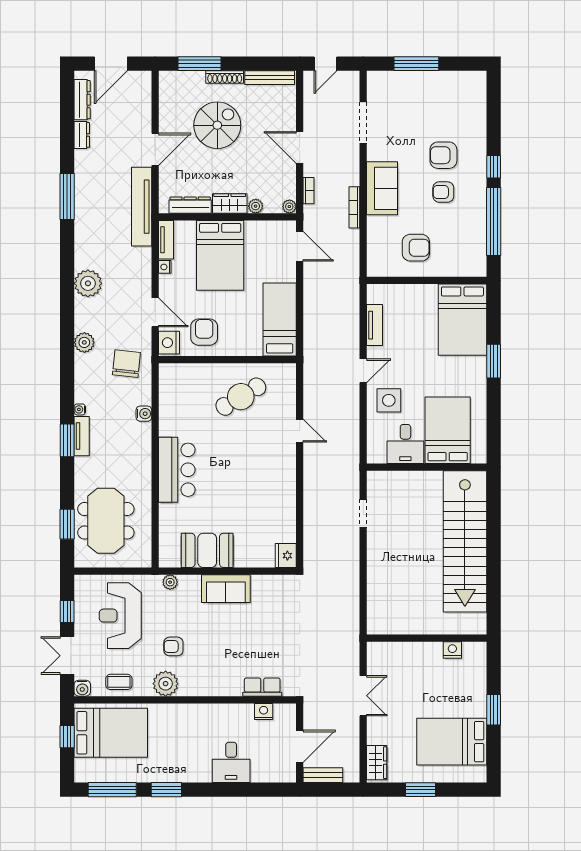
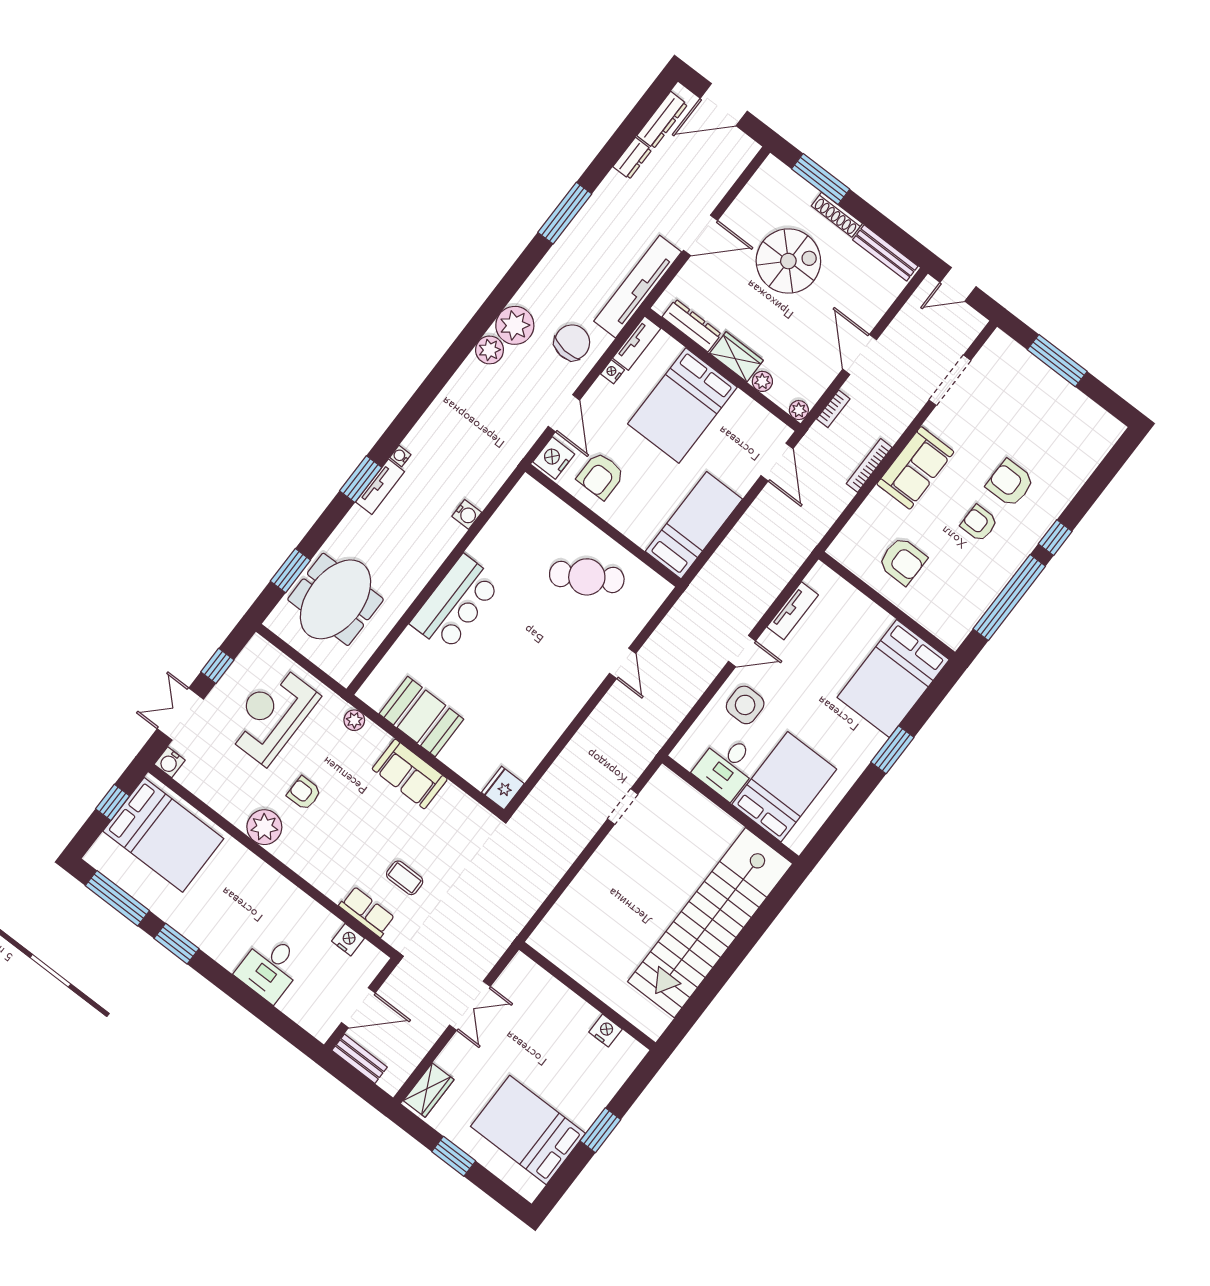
armchair: (204, 332) -> (601, 476), turned 180
plant: (84, 342) -> (490, 350), moved
chair: (126, 364) -> (572, 342), moved
coffee table: (119, 682) -> (405, 878), moved

